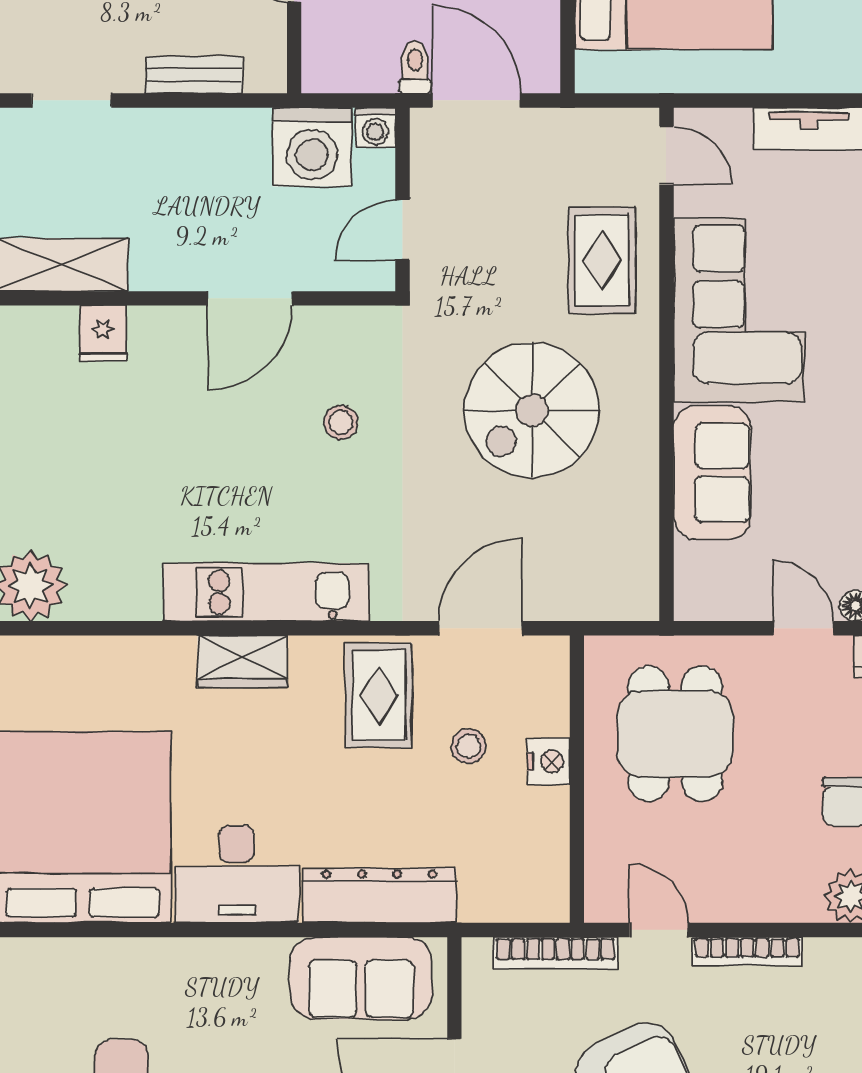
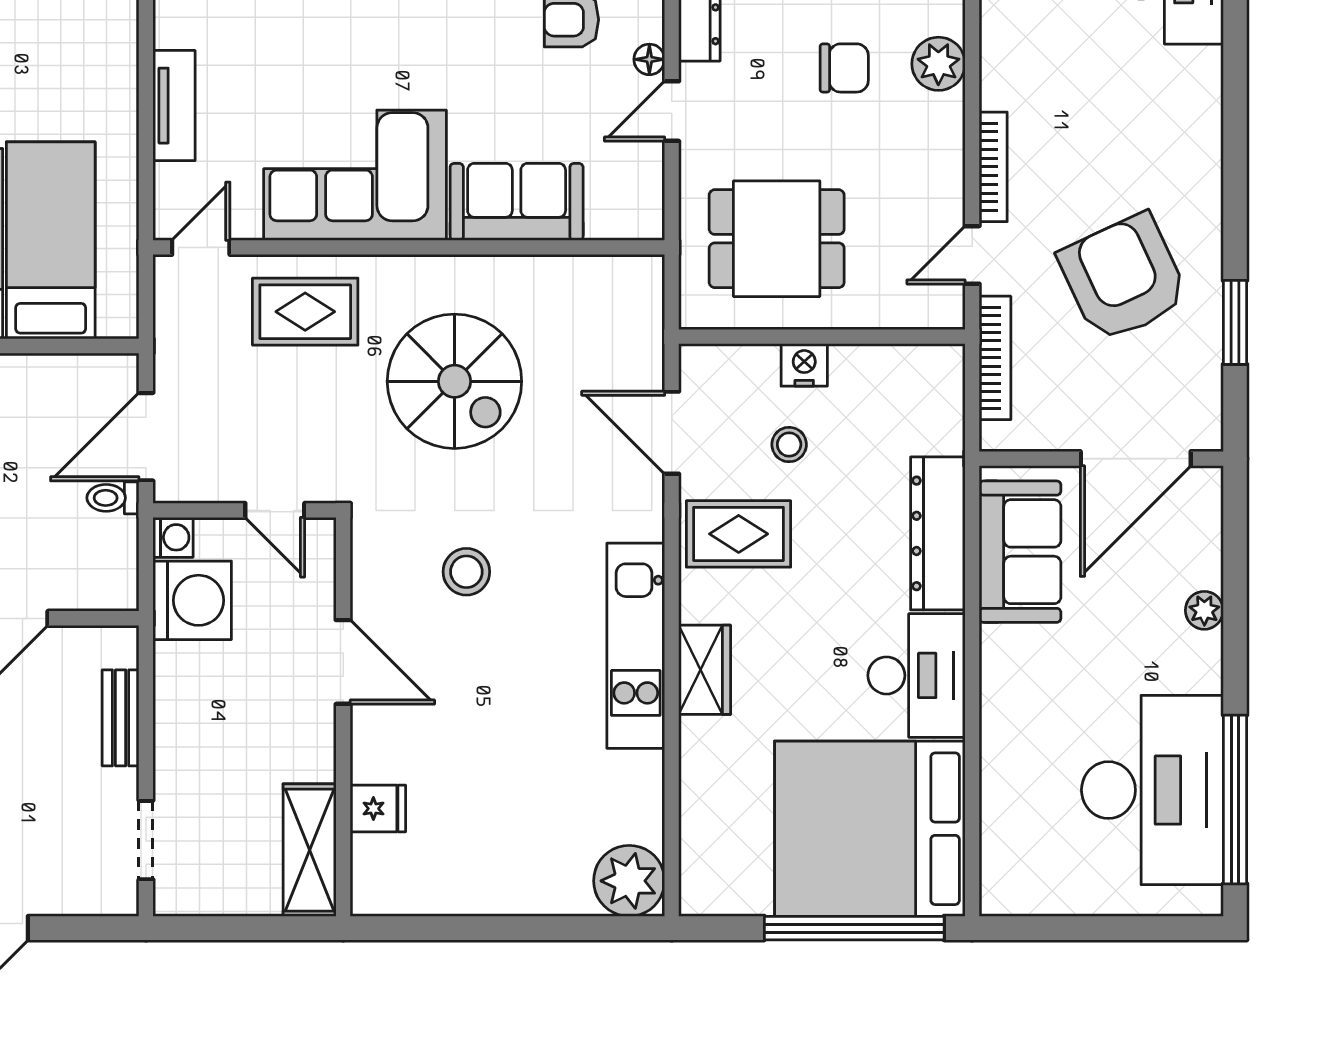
stool: (341, 422) -> (466, 572), width x1.37, depth x1.37

